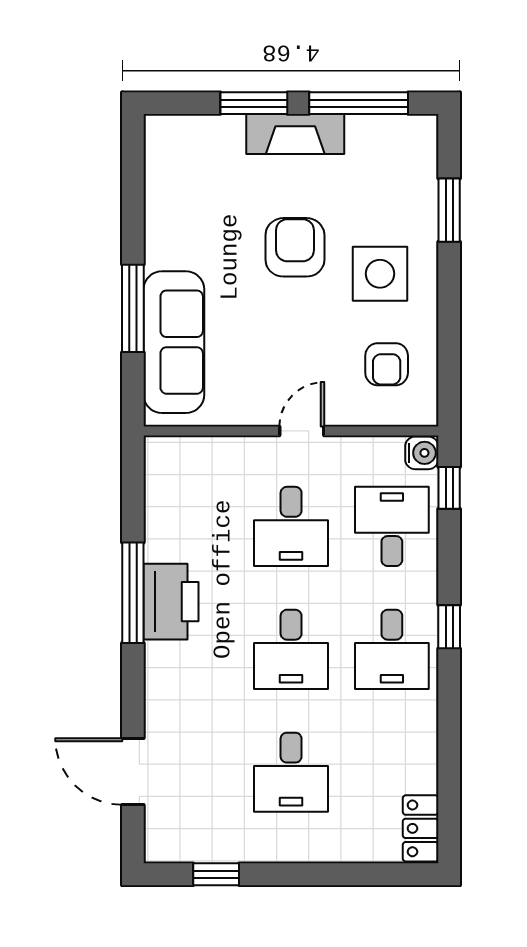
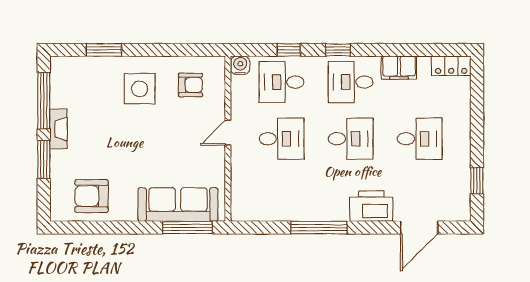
fireplace: (295, 134) -> (58, 129), width x0.73, depth x0.76
armchair: (295, 247) -> (91, 196), moved
window: (133, 308) -> (188, 228), moved
door: (302, 431) -> (228, 133), hinge flipped
window: (449, 488) -> (289, 50), moved
printer: (171, 602) -> (371, 206), moved
desk: (392, 649) -> (351, 82), turned 180
filing cabinet: (417, 736) -> (399, 68), added

